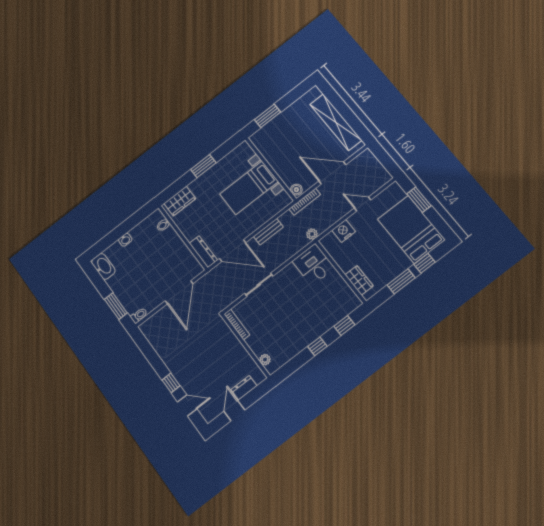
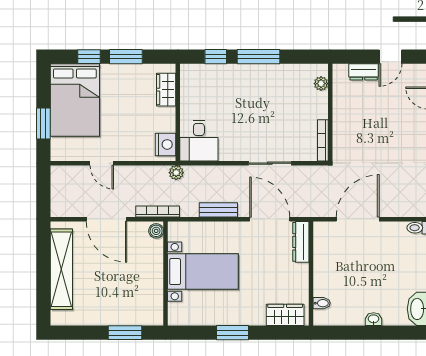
nightstand: (344, 231) -> (166, 144), moved, turned -90
window: (317, 346) -> (258, 57), width x2.17

